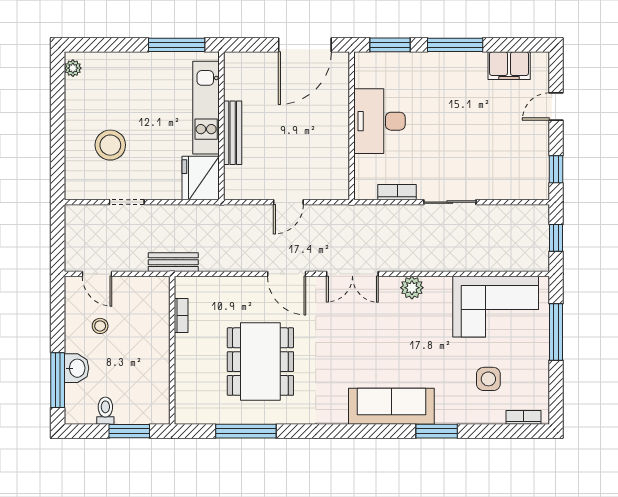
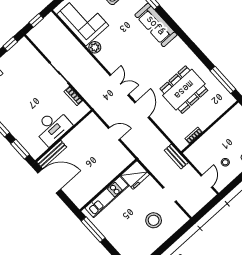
bench: (233, 133) -> (52, 154), moved
plant: (412, 288) -> (95, 47), moved
window: (246, 431) -> (223, 80), moved

